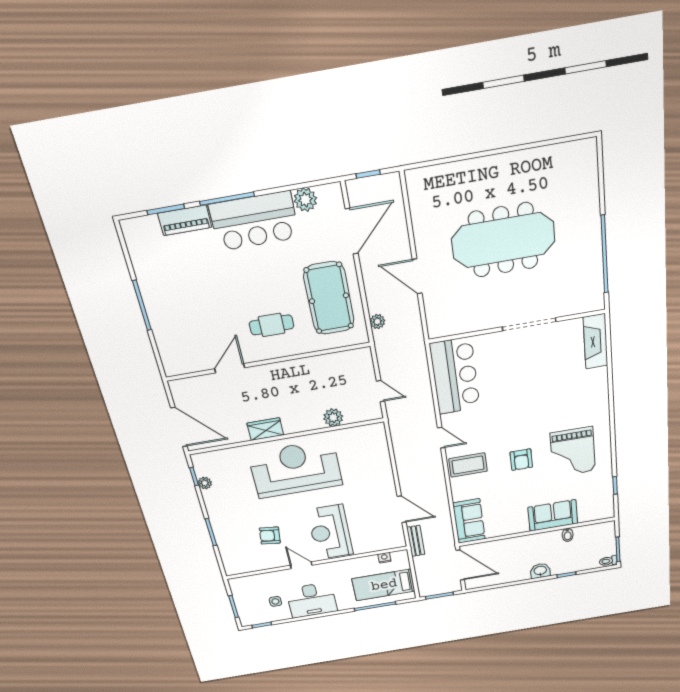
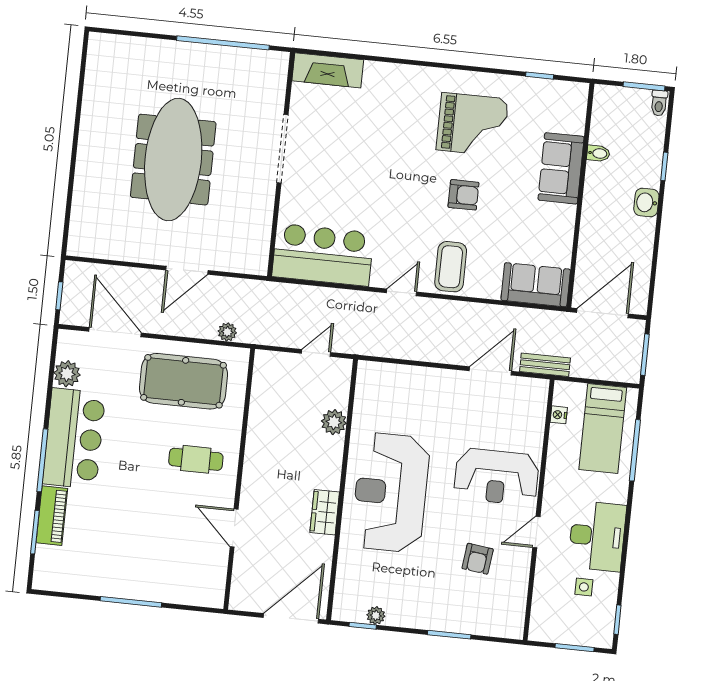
cafe table: (272, 325) -> (196, 459), turned 90

